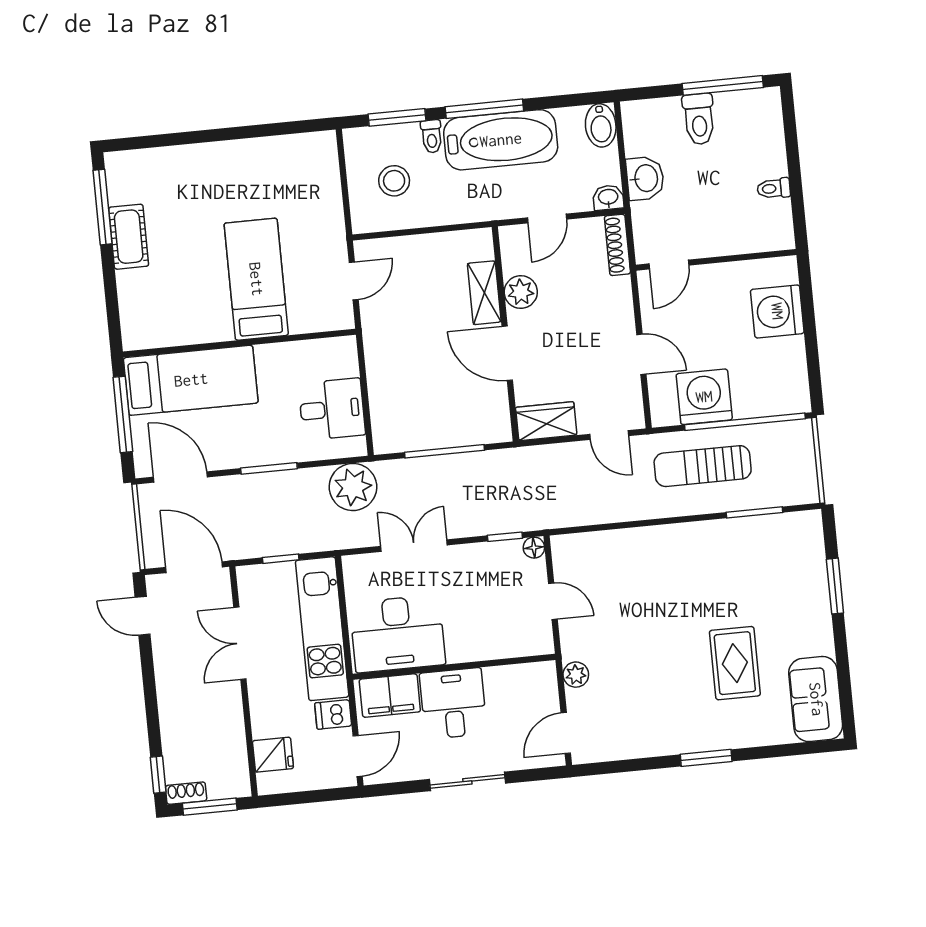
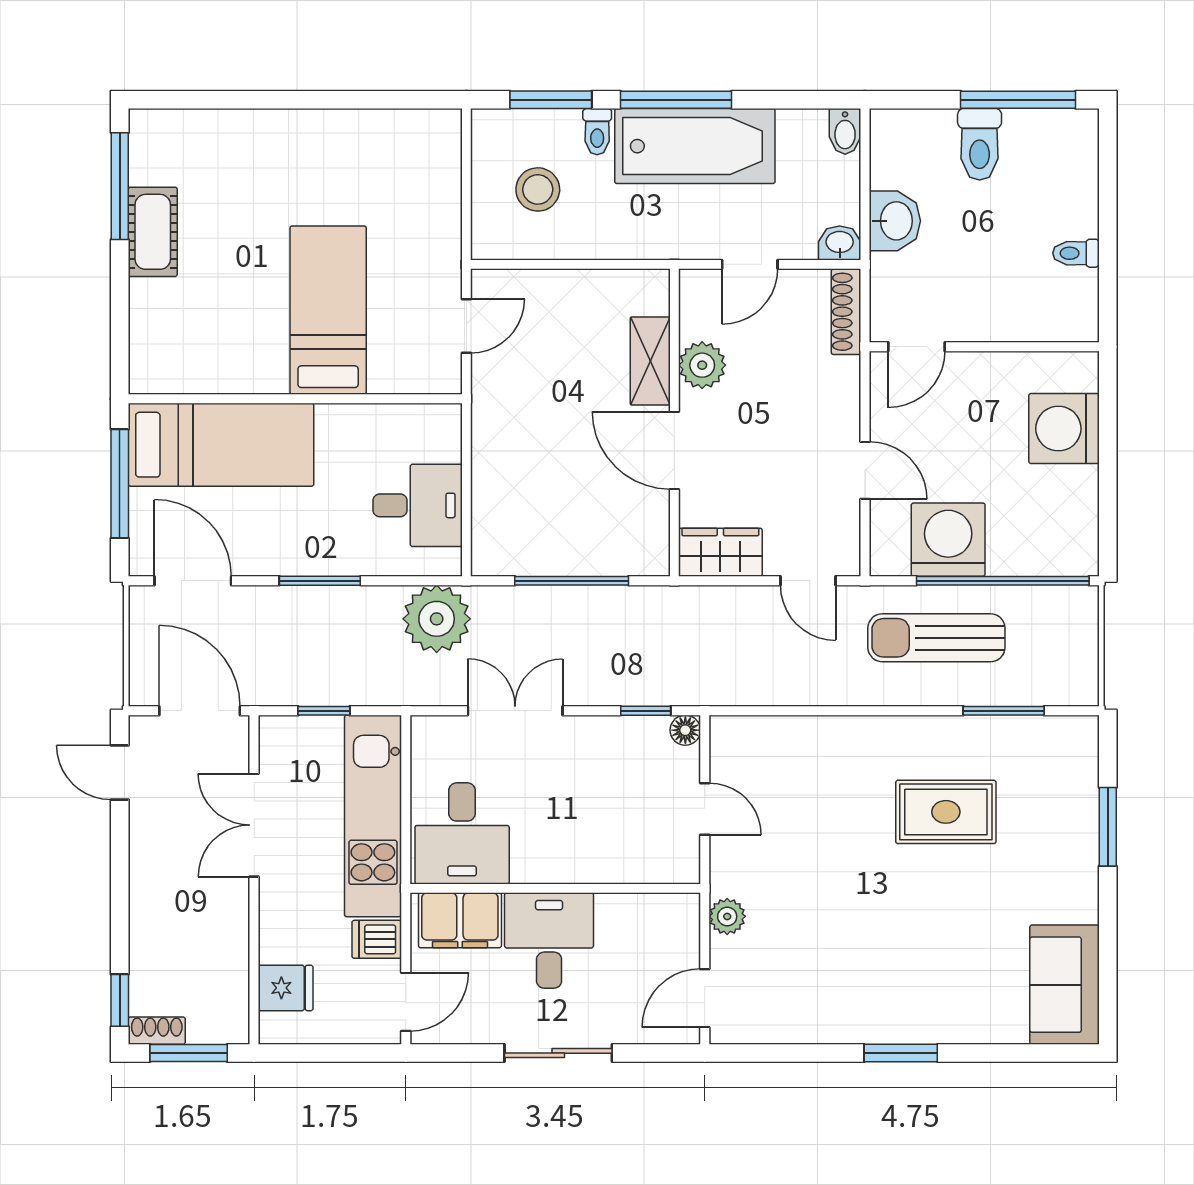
bidet: (601, 125) -> (845, 131), width x0.72, depth x0.74
desk: (398, 634) -> (462, 833), width x0.73
rug: (735, 663) -> (946, 812), moved, turned 90

